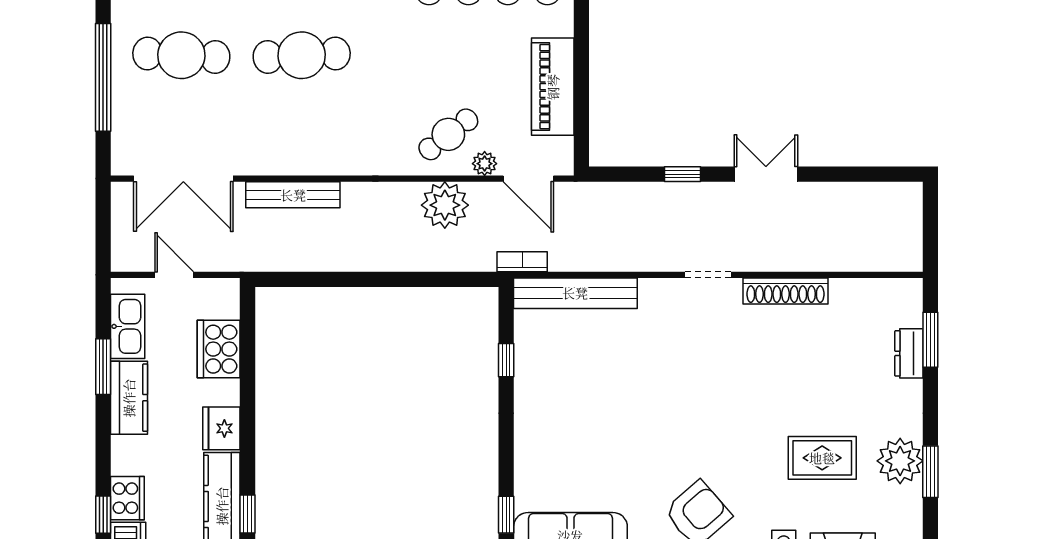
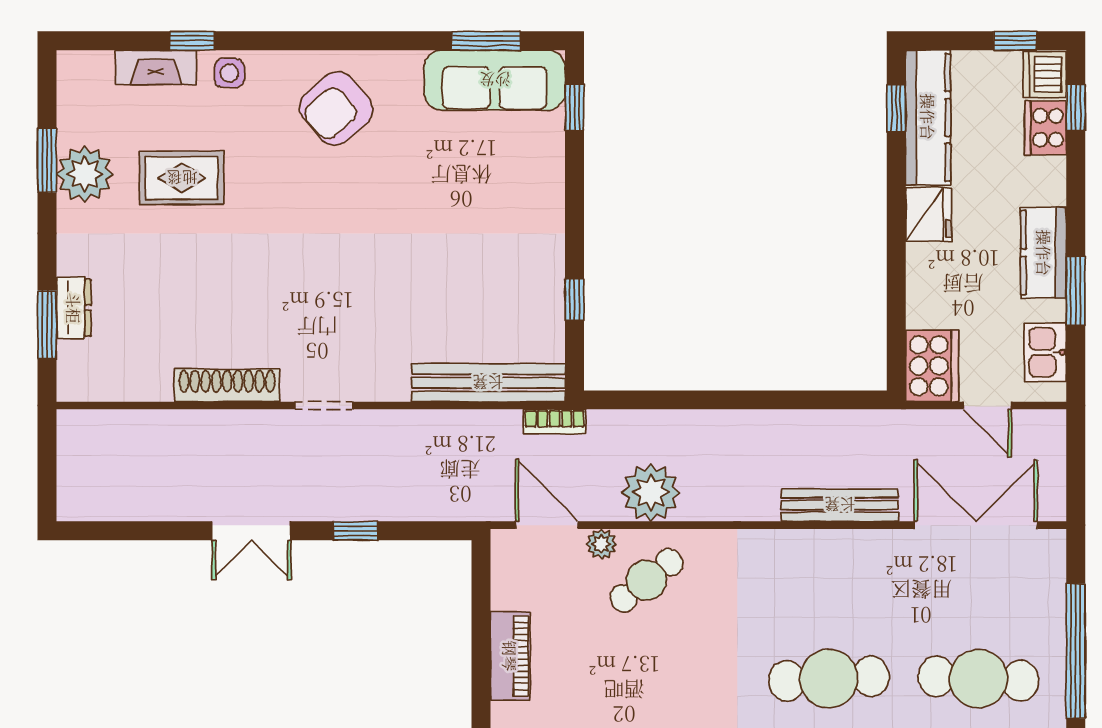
piano: (553, 87) -> (510, 656), width x0.73, depth x0.75
kitchen sink: (128, 326) -> (1045, 352), width x0.73
cooker: (219, 349) -> (932, 366), moved

